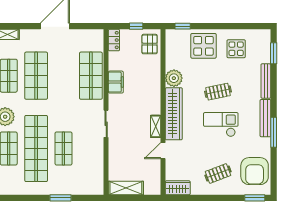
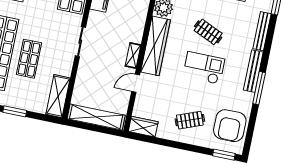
clothes rail: (218, 92) -> (208, 32), turned 36
shelving: (96, 176) -> (58, 96), added
shelving: (126, 188) -> (96, 117), width x1.47

